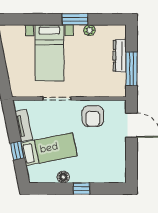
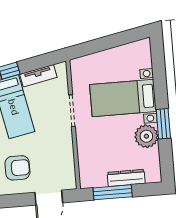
plant: (89, 30) -> (146, 136), width x1.88, depth x1.88
armchair: (93, 116) -> (17, 168), moved, turned 180

